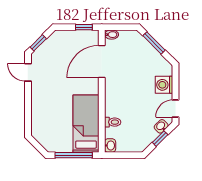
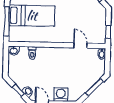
door: (102, 62) -> (80, 45), width x0.53
bed: (86, 124) -> (32, 16), moved

